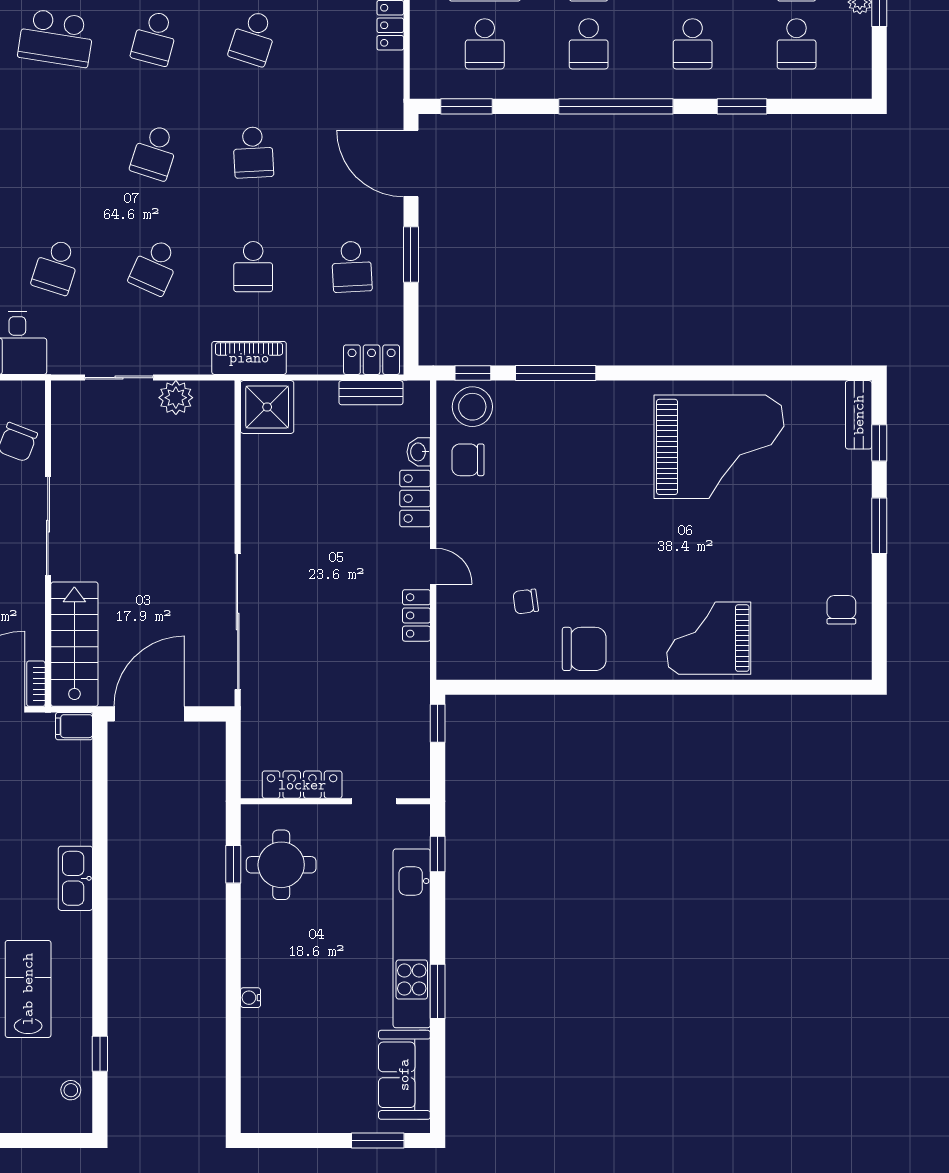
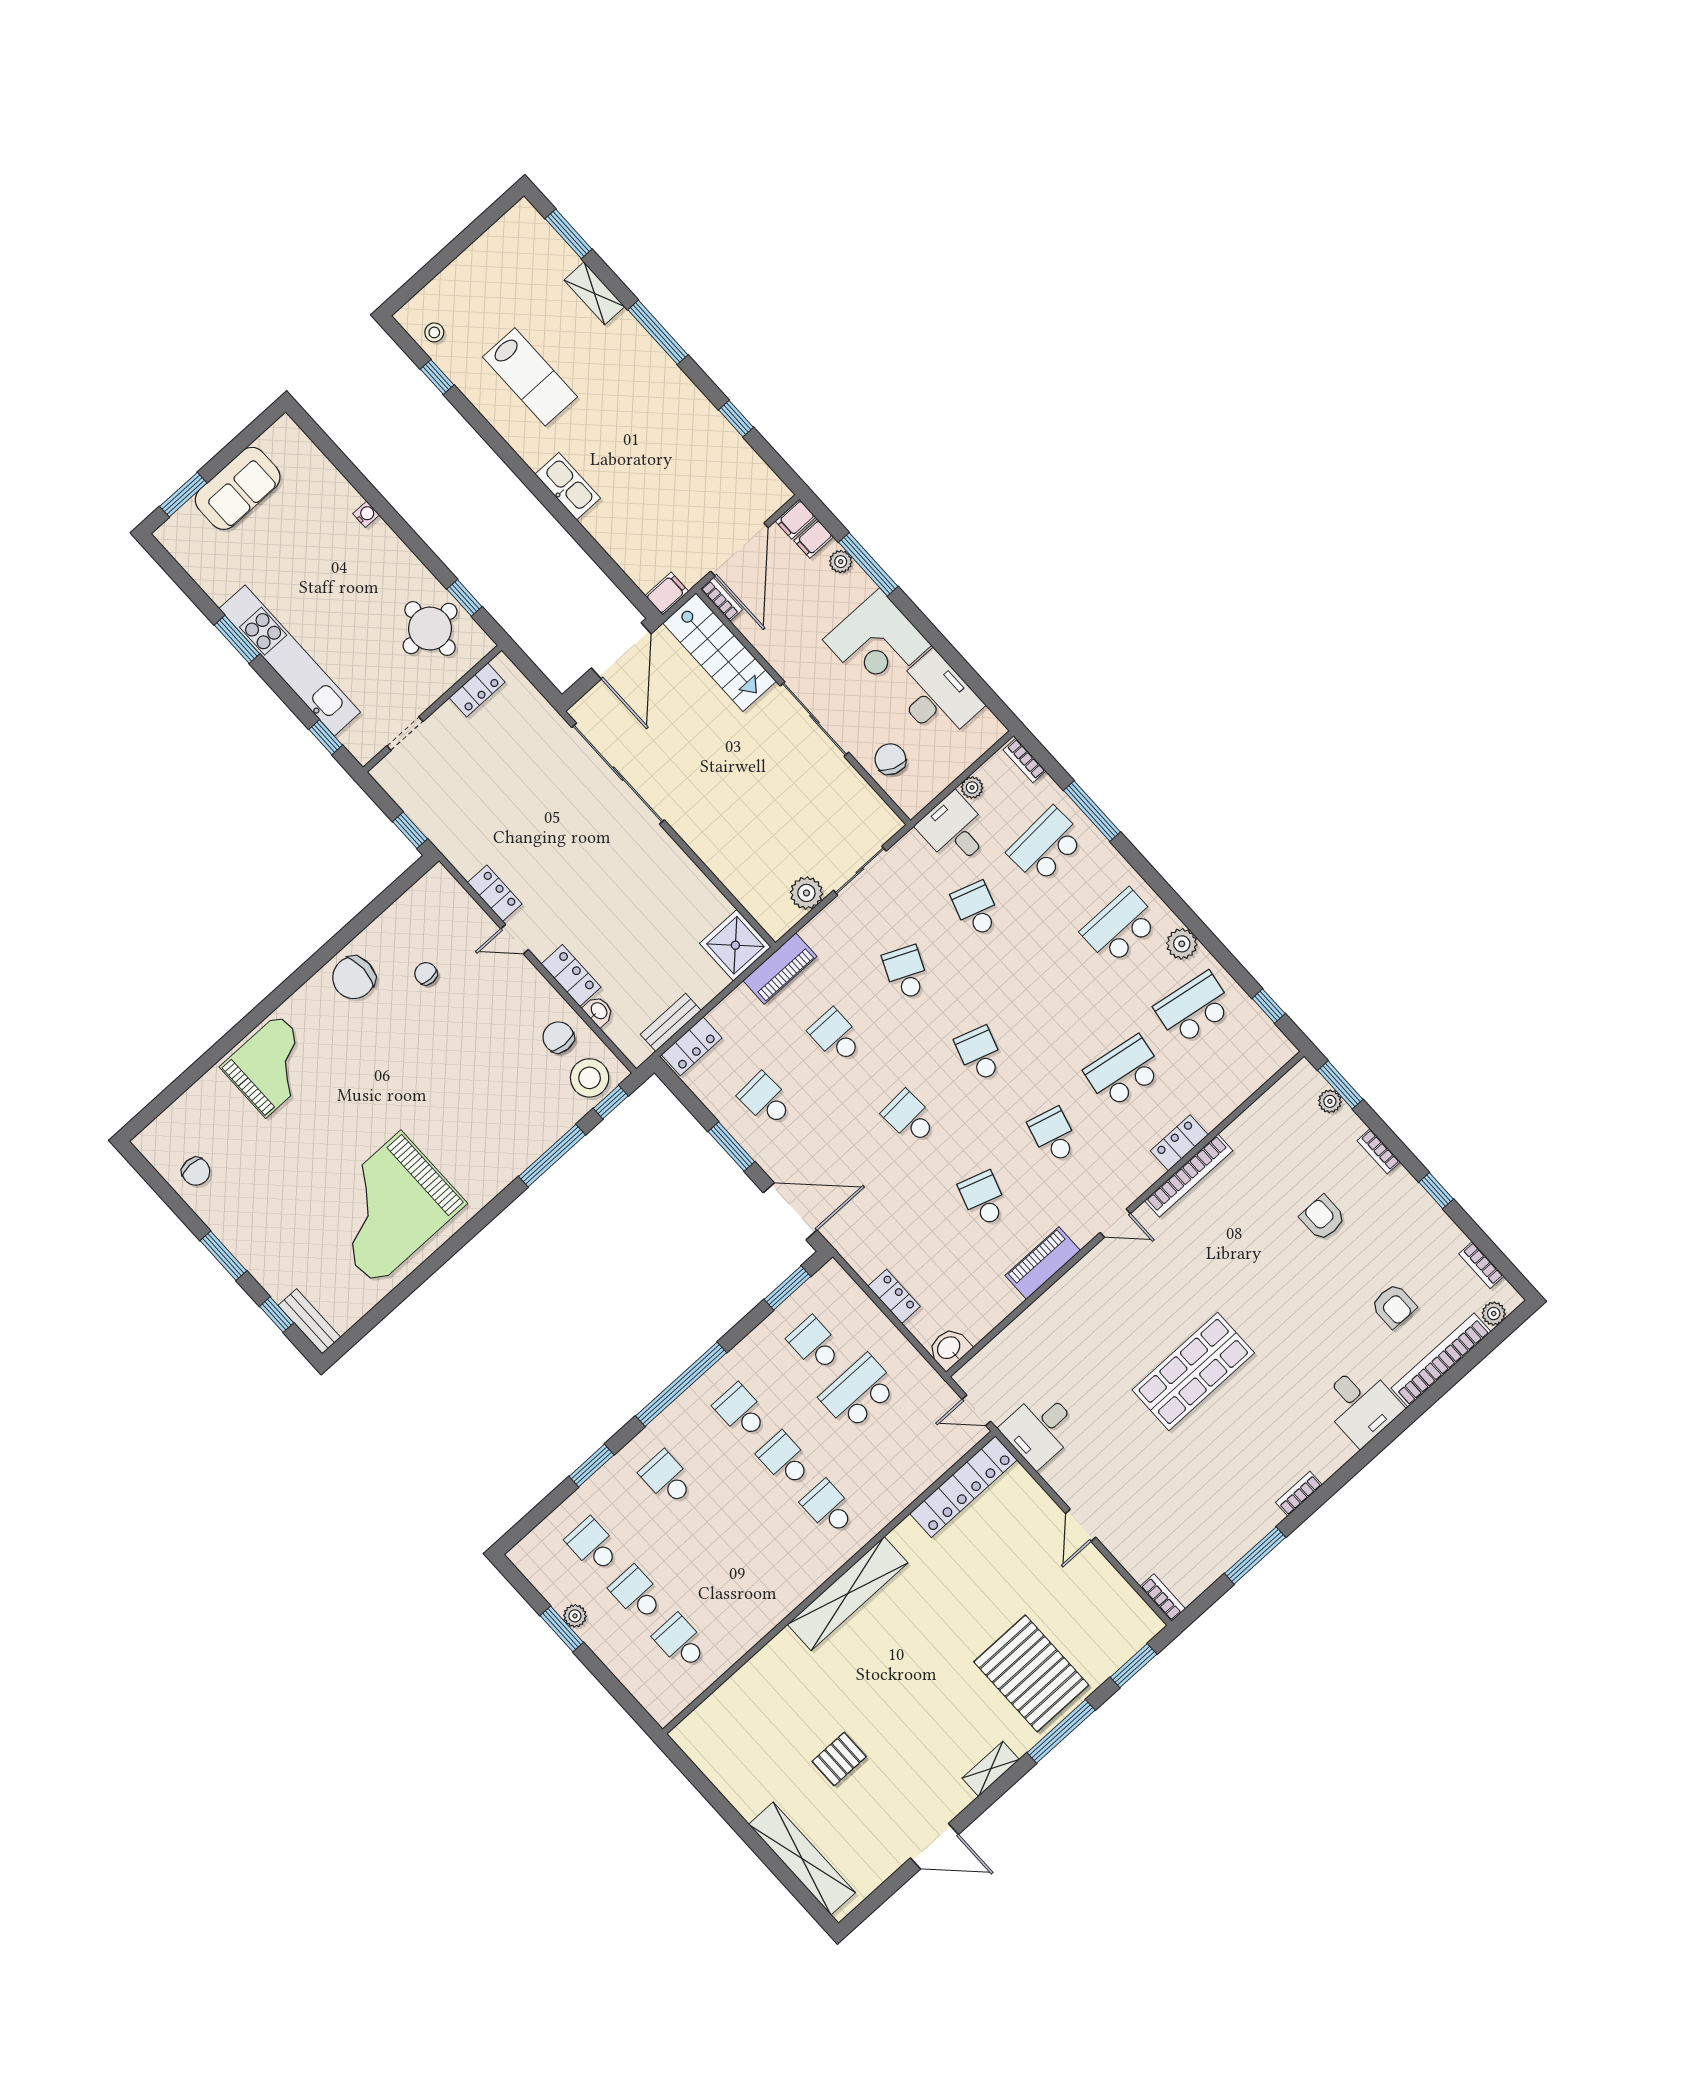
chair: (468, 460) -> (558, 1037), turned -88
chair: (526, 601) -> (426, 974), turned -82
locker: (302, 785) -> (477, 690), width x0.66
sofa: (404, 1075) -> (238, 488), moved, turned 90

